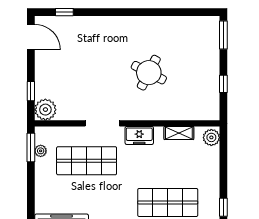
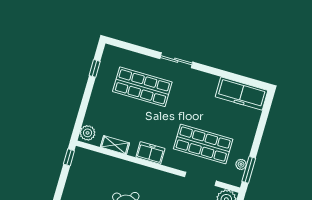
window: (223, 84) -> (69, 157), moved
doorway: (102, 123) -> (200, 179), moved

